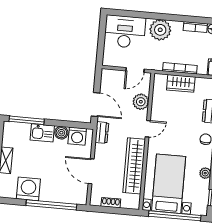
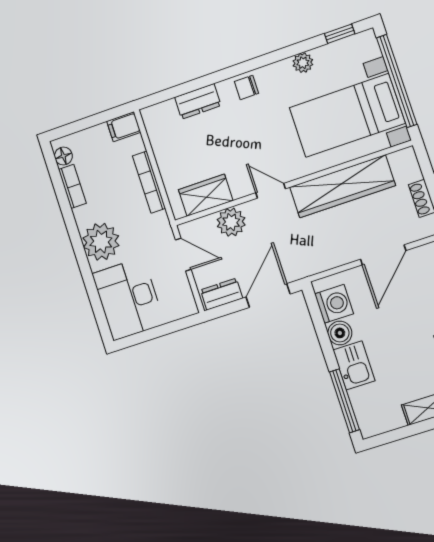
wardrobe: (181, 83) -> (206, 195), moved, turned -90
dresser: (102, 133) -> (222, 294), moved

